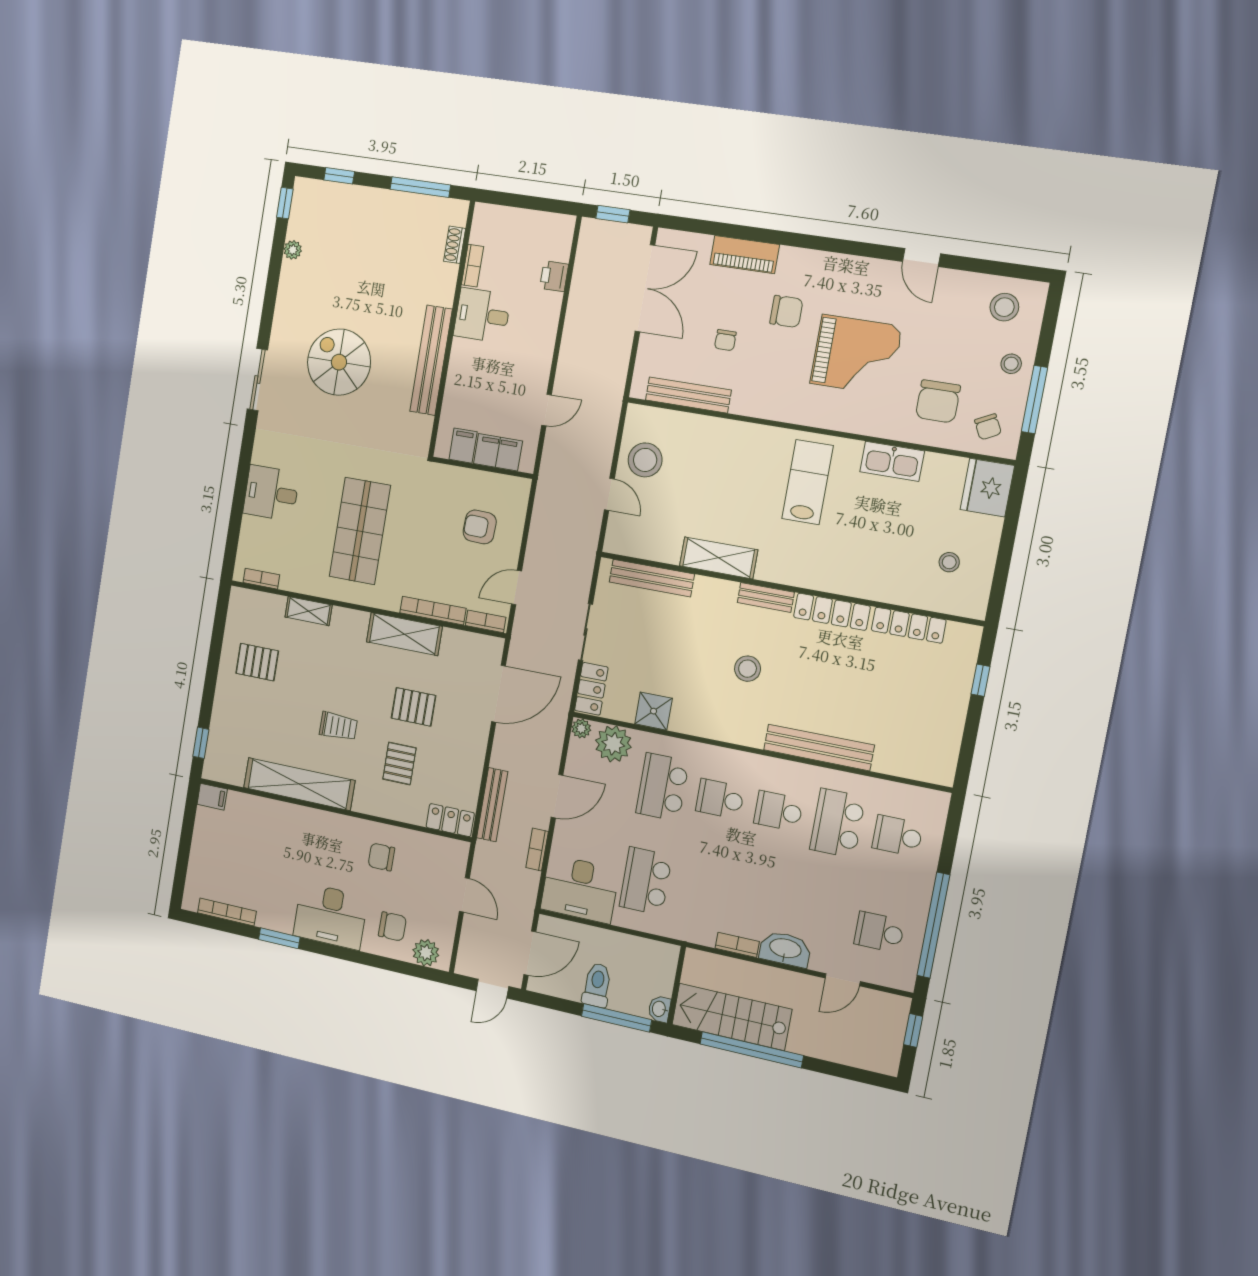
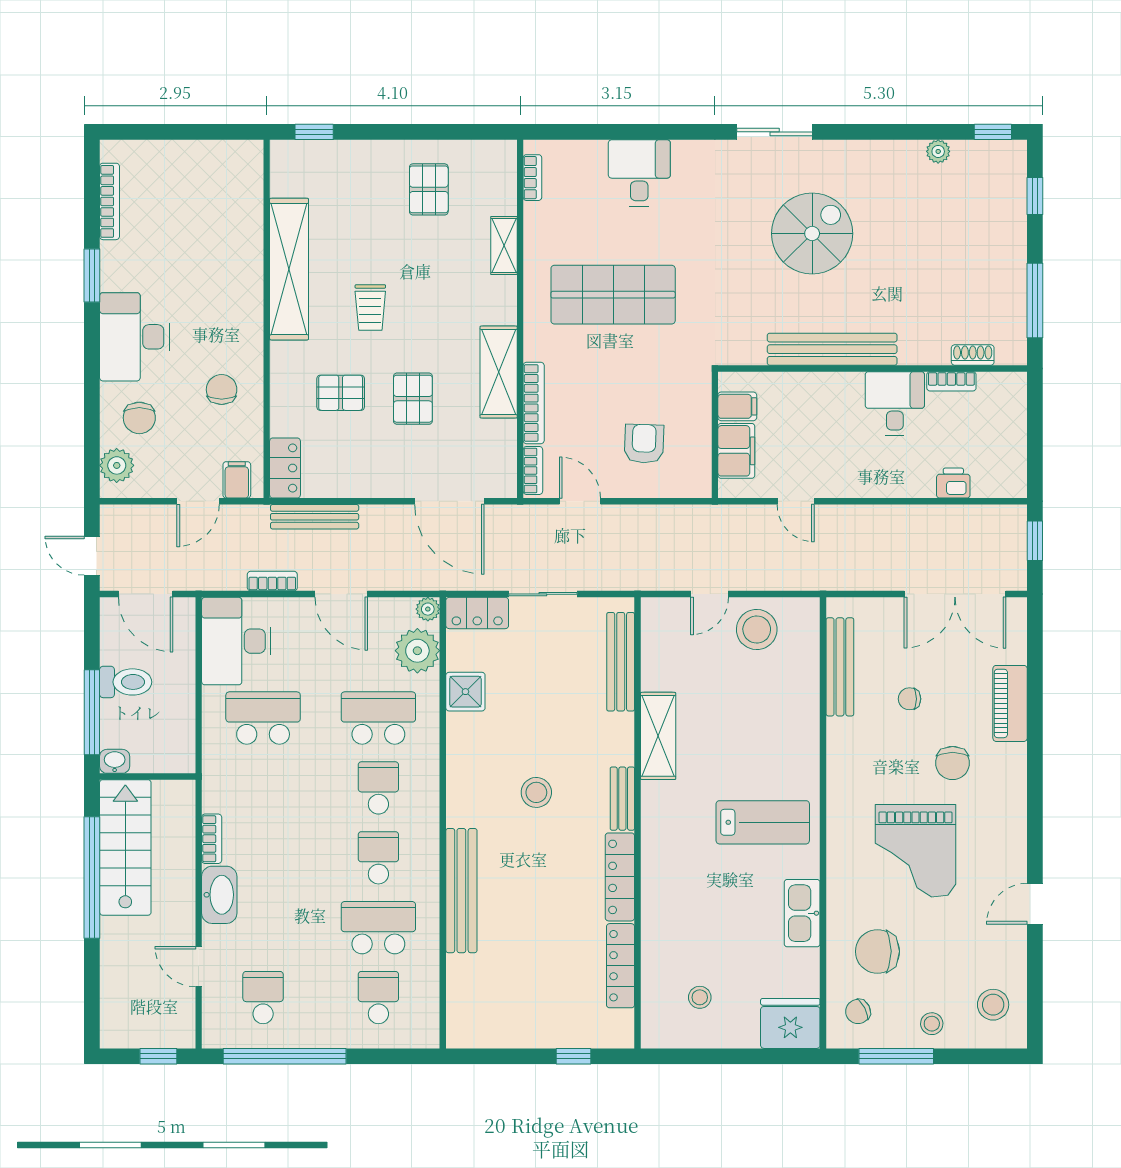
filing cabinet: (212, 797) -> (237, 480), moved, turned 180

